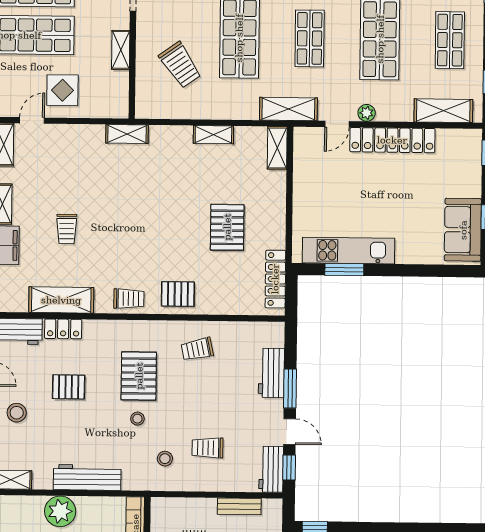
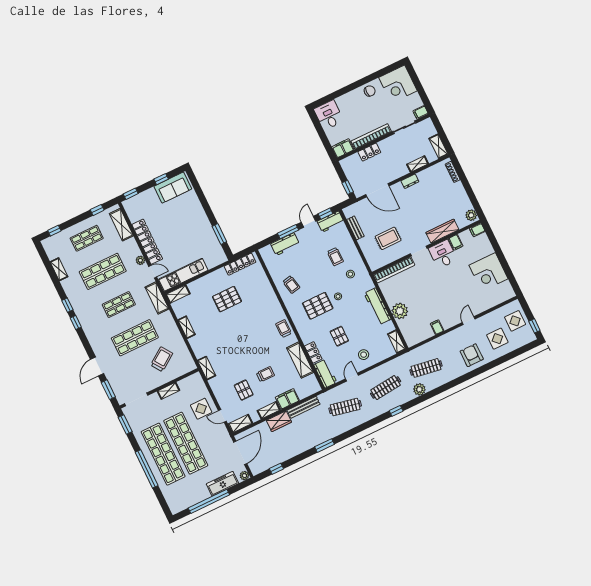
kitchen unit: (348, 251) -> (183, 275), moved, turned 90
pallet: (178, 294) -> (244, 390), moved

